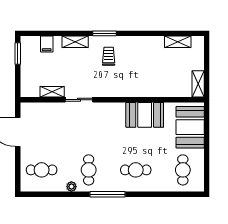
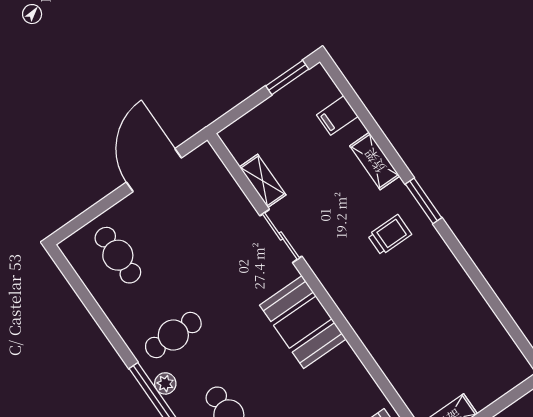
shelving: (178, 42) -> (495, 335), removed
booth: (145, 115) -> (303, 322), moved
plant: (71, 187) -> (165, 383), moved

